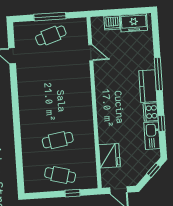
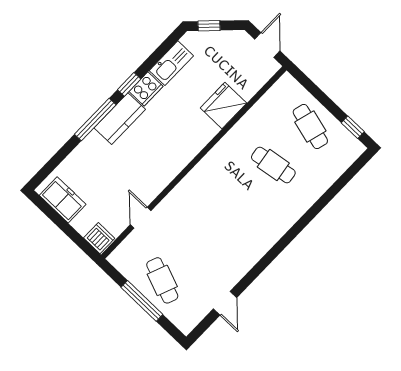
dishwasher: (112, 23) -> (99, 238), moved
cafe table: (51, 35) -> (162, 280), turned 39
window: (162, 123) -> (129, 84), moved
fridge: (109, 156) -> (223, 105), moved
window: (73, 193) -> (353, 127), moved

